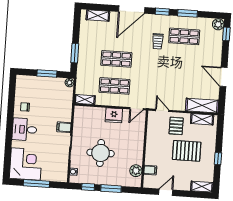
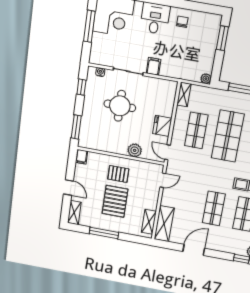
shop shelf: (116, 59) -> (228, 136), width x1.43, depth x1.36
shop shelf: (182, 63) -> (214, 208), added
window: (47, 74) -> (222, 38), moved
pallet: (176, 126) -> (118, 174), moved
window: (218, 159) -> (104, 233), width x2.17
filing cabinet: (150, 170) -> (82, 157), moved
plant: (136, 171) -> (135, 150), moved
window: (111, 189) -> (76, 127), moved
door: (166, 192) -> (68, 187), moved

